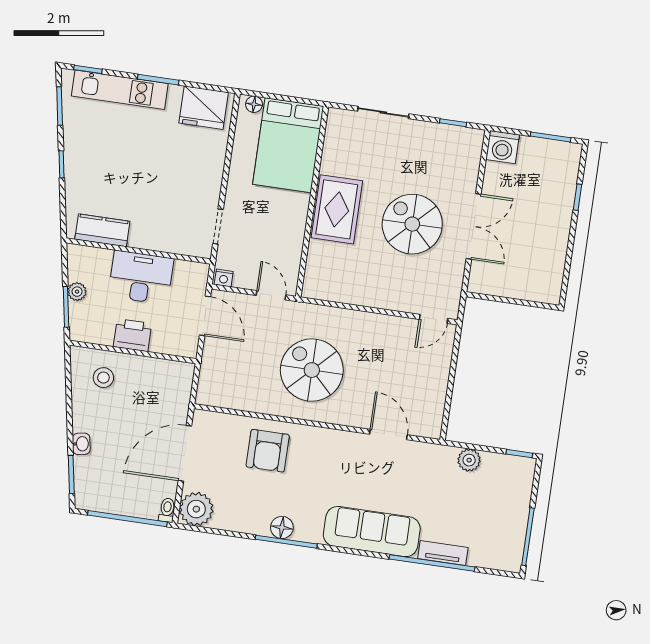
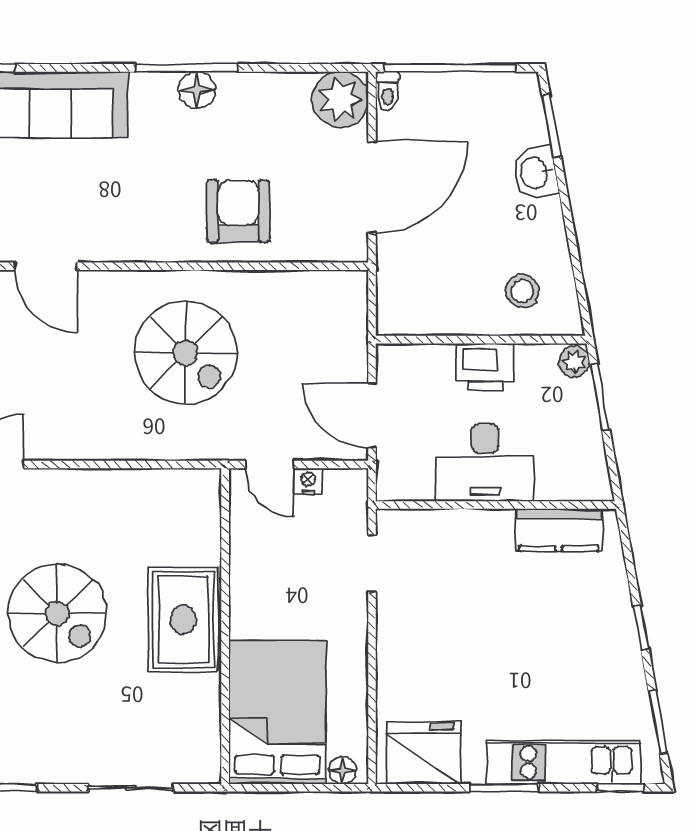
nightstand: (224, 278) -> (308, 481), moved
plant: (77, 292) -> (574, 362), moved
washbasin: (81, 444) -> (535, 173), width x1.38, depth x1.45

